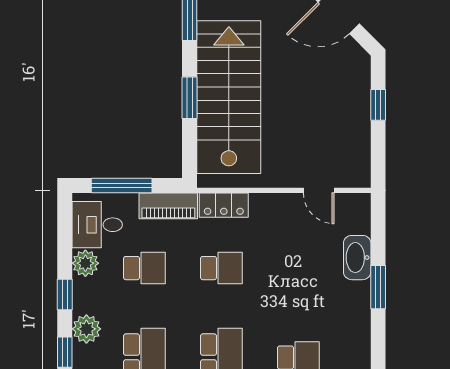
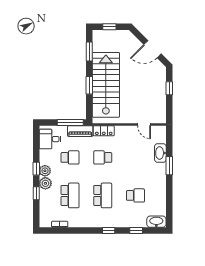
window: (122, 185) -> (70, 122), moved
plant: (85, 263) -> (45, 171), moved
school desk: (221, 268) -> (103, 157), turned 180

